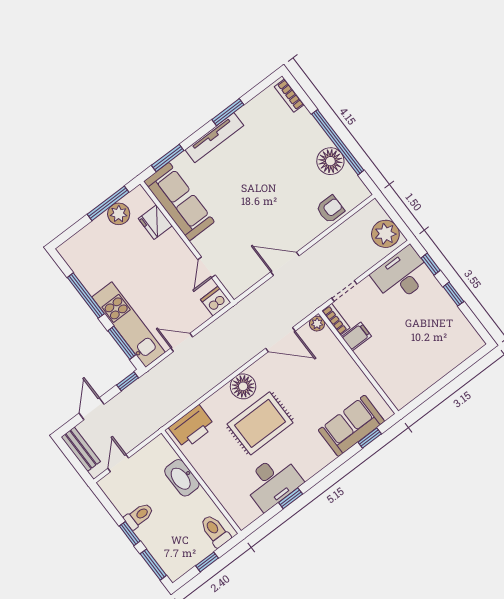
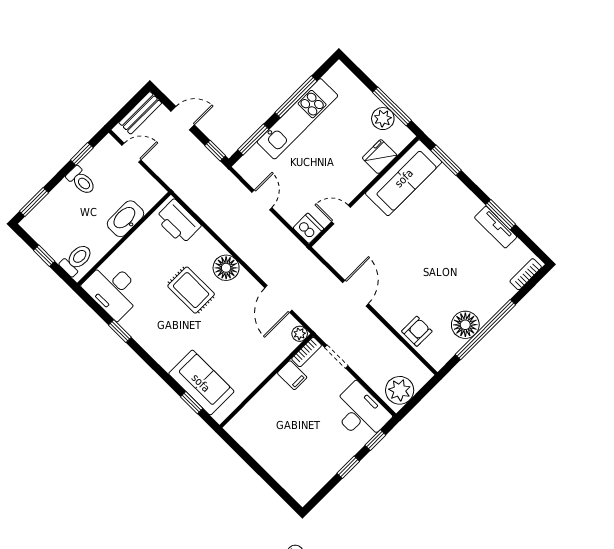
tv unit: (214, 138) -> (496, 227), moved, width x0.71
armchair: (330, 209) -> (417, 331), turned -90
kitchen unit: (129, 325) -> (297, 119), moved
rug: (260, 423) -> (191, 290), width x0.73, depth x0.70
desk: (272, 482) -> (113, 290), moved
window: (130, 534) -> (82, 154), moved

